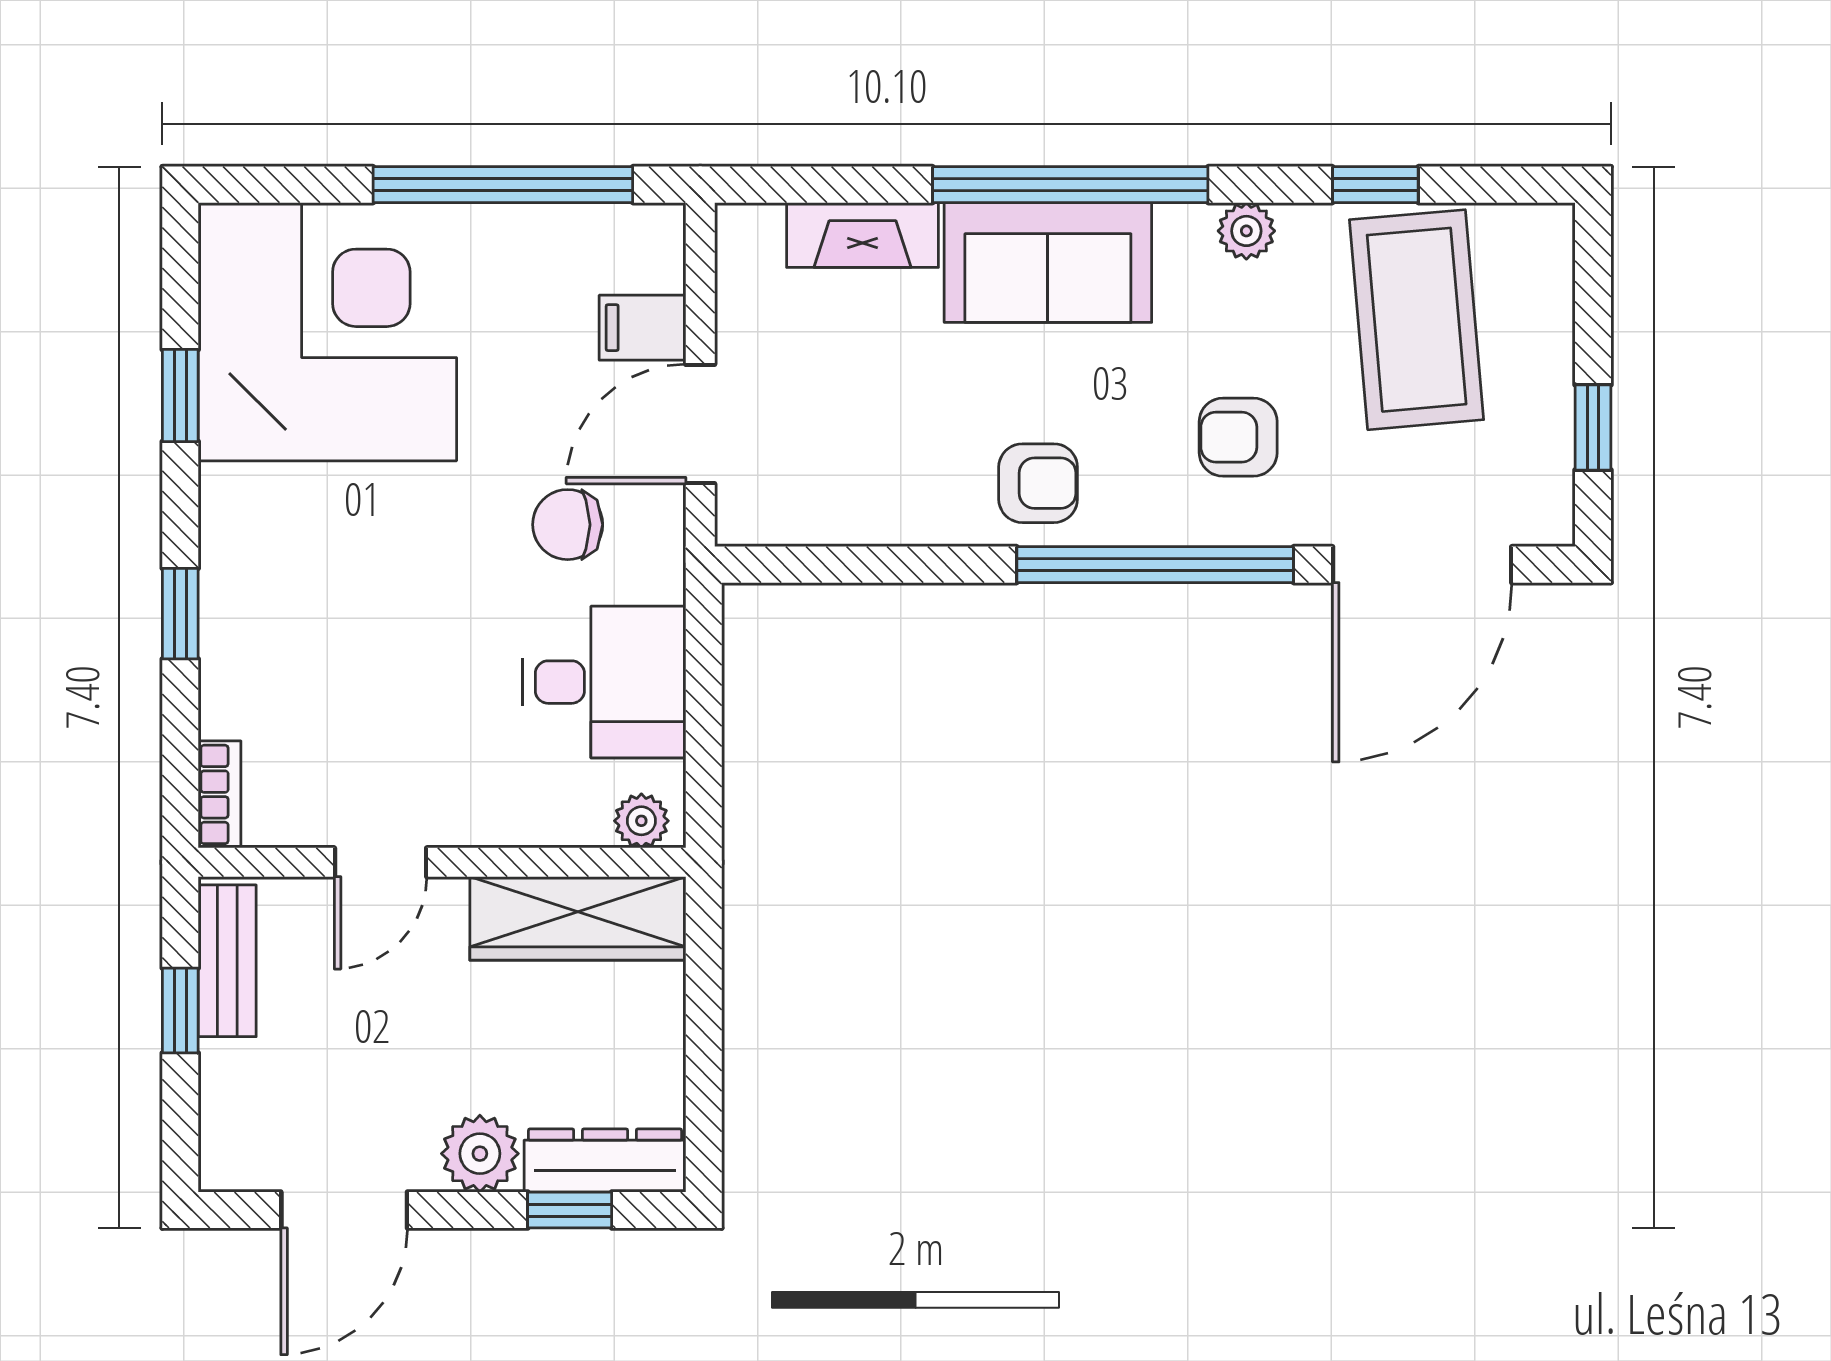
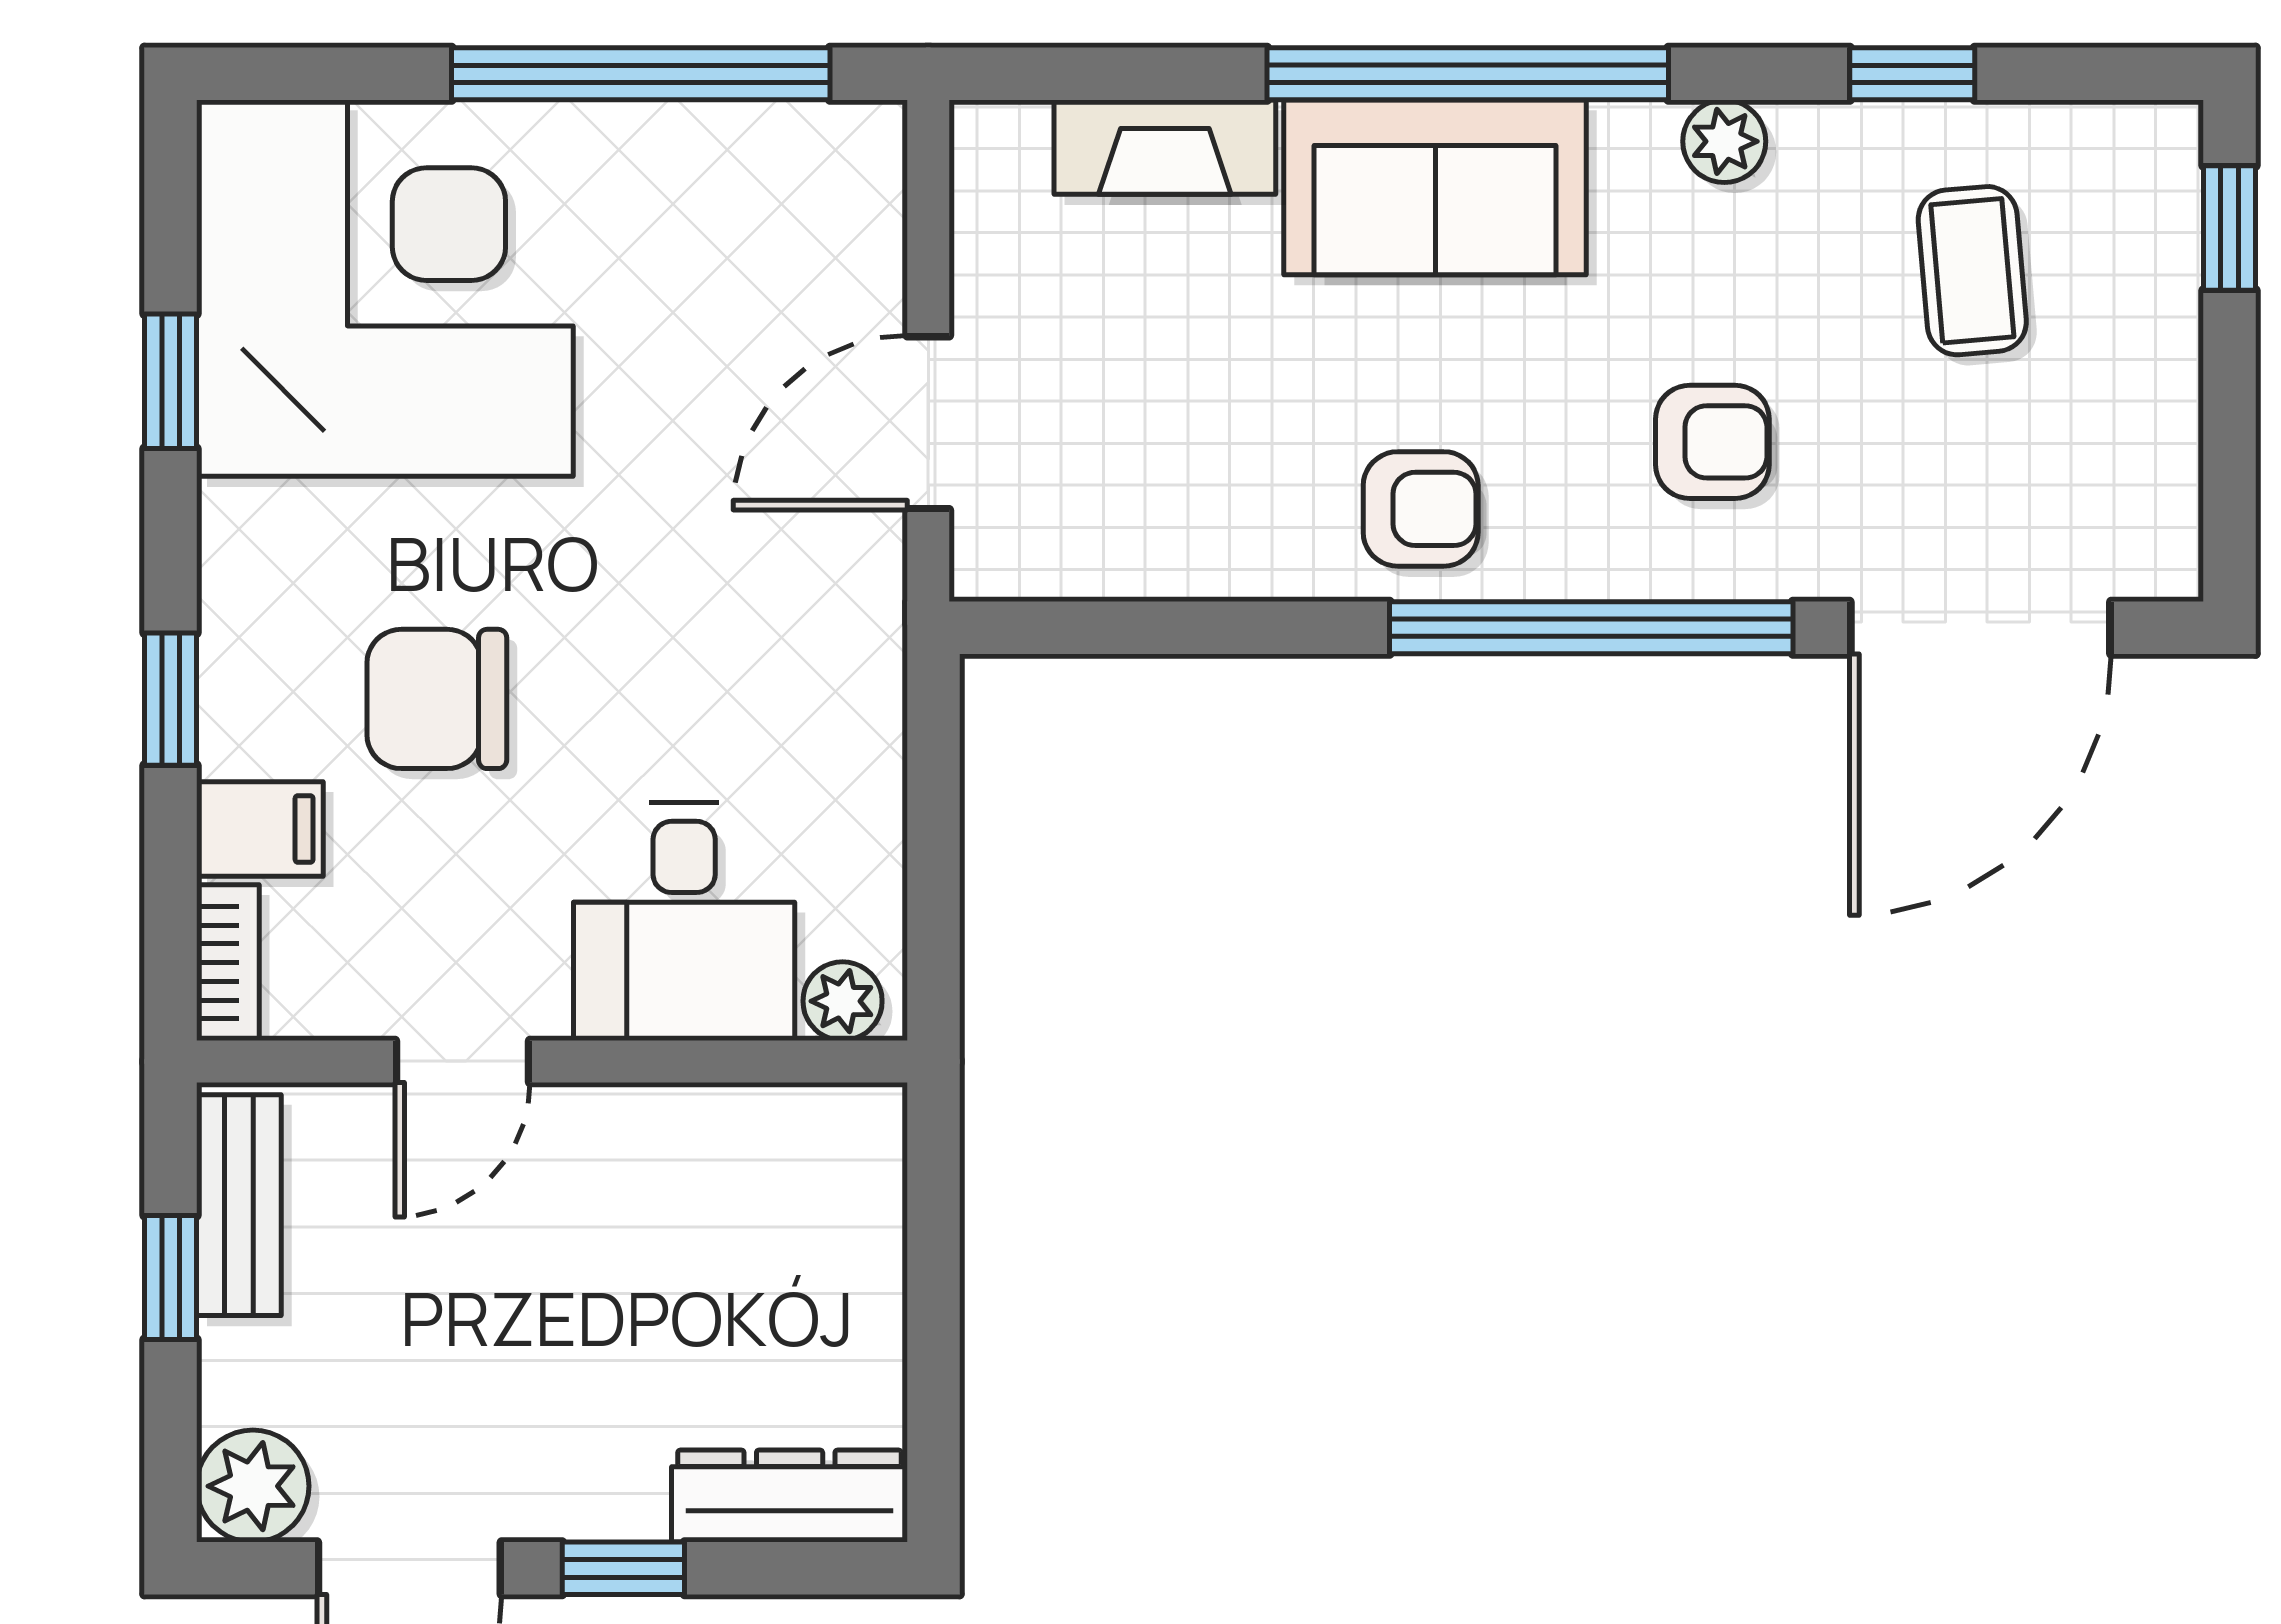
coffee table: (1417, 320) -> (1972, 271), width x0.54, depth x0.58
filing cabinet: (643, 328) -> (260, 829), moved, turned 180
window: (1593, 427) -> (2229, 228), moved
armchair: (1238, 437) -> (1712, 442), turned 180
chair: (568, 525) -> (437, 699), moved, width x1.37, depth x1.37
desk: (604, 682) -> (684, 921), moved, turned 90
wardrobe: (578, 918) -> (750, 1143), removed
plant: (480, 1154) -> (253, 1486), moved
window: (570, 1210) -> (623, 1568), moved

